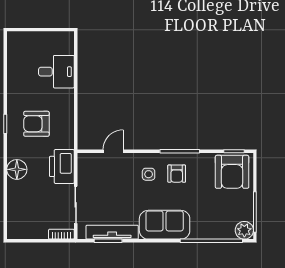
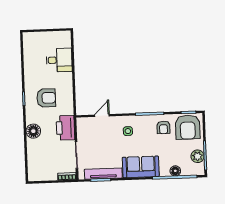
armchair: (36, 124) -> (46, 98), turned 180
armchair: (177, 174) -> (163, 127), moved
plant: (244, 230) -> (198, 156), moved
floor lamp: (213, 232) -> (175, 171), added

